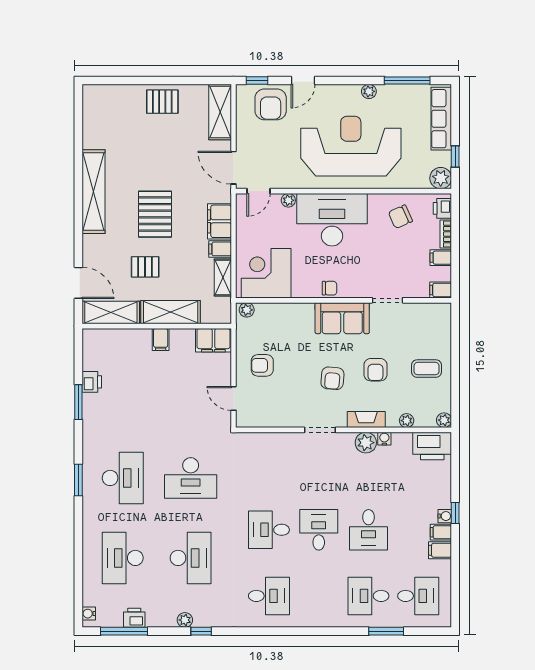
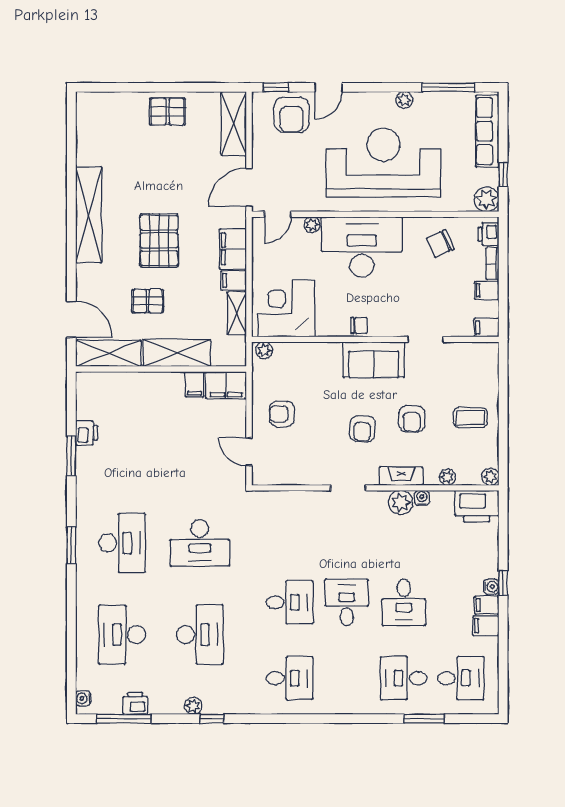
door: (233, 168) -> (249, 187), hinge flipped
filing cabinet: (161, 339) -> (195, 384), moved
desk: (269, 530) -> (290, 602), turned 180

